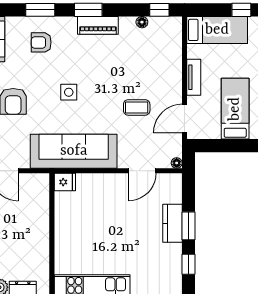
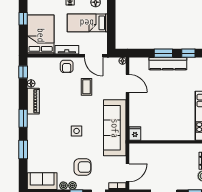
piano: (98, 25) -> (33, 101), moved
bed: (217, 30) -> (41, 35), width x1.50
armchair: (41, 42) -> (67, 66), moved
kitchen counter: (172, 223) -> (168, 64), width x1.50

